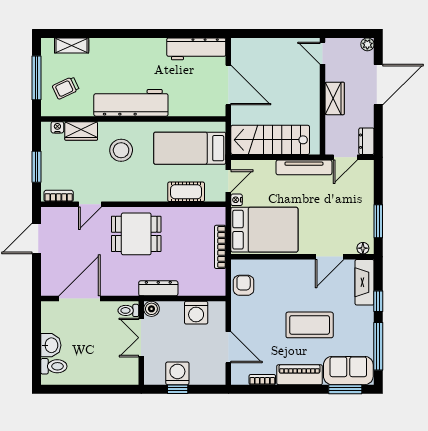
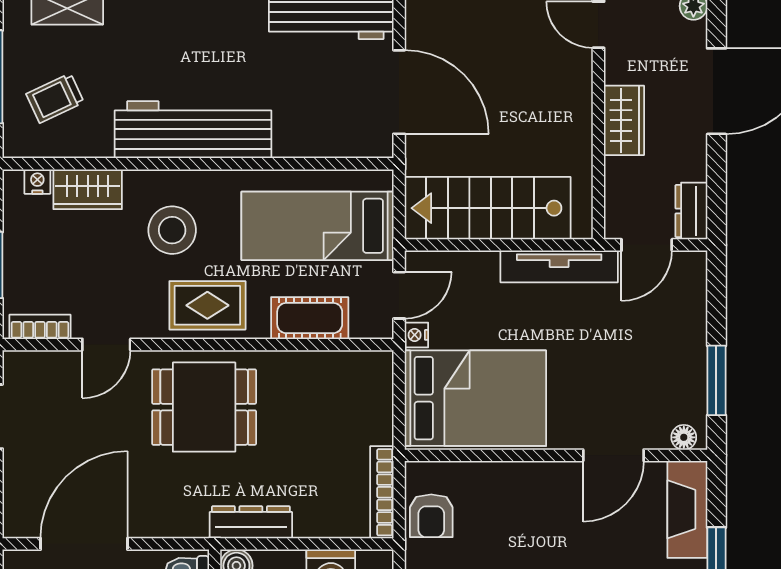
rug: (138, 186) -> (207, 305), added
bookcase: (220, 247) -> (382, 492), moved
armchair: (244, 285) -> (431, 516), turned 180

